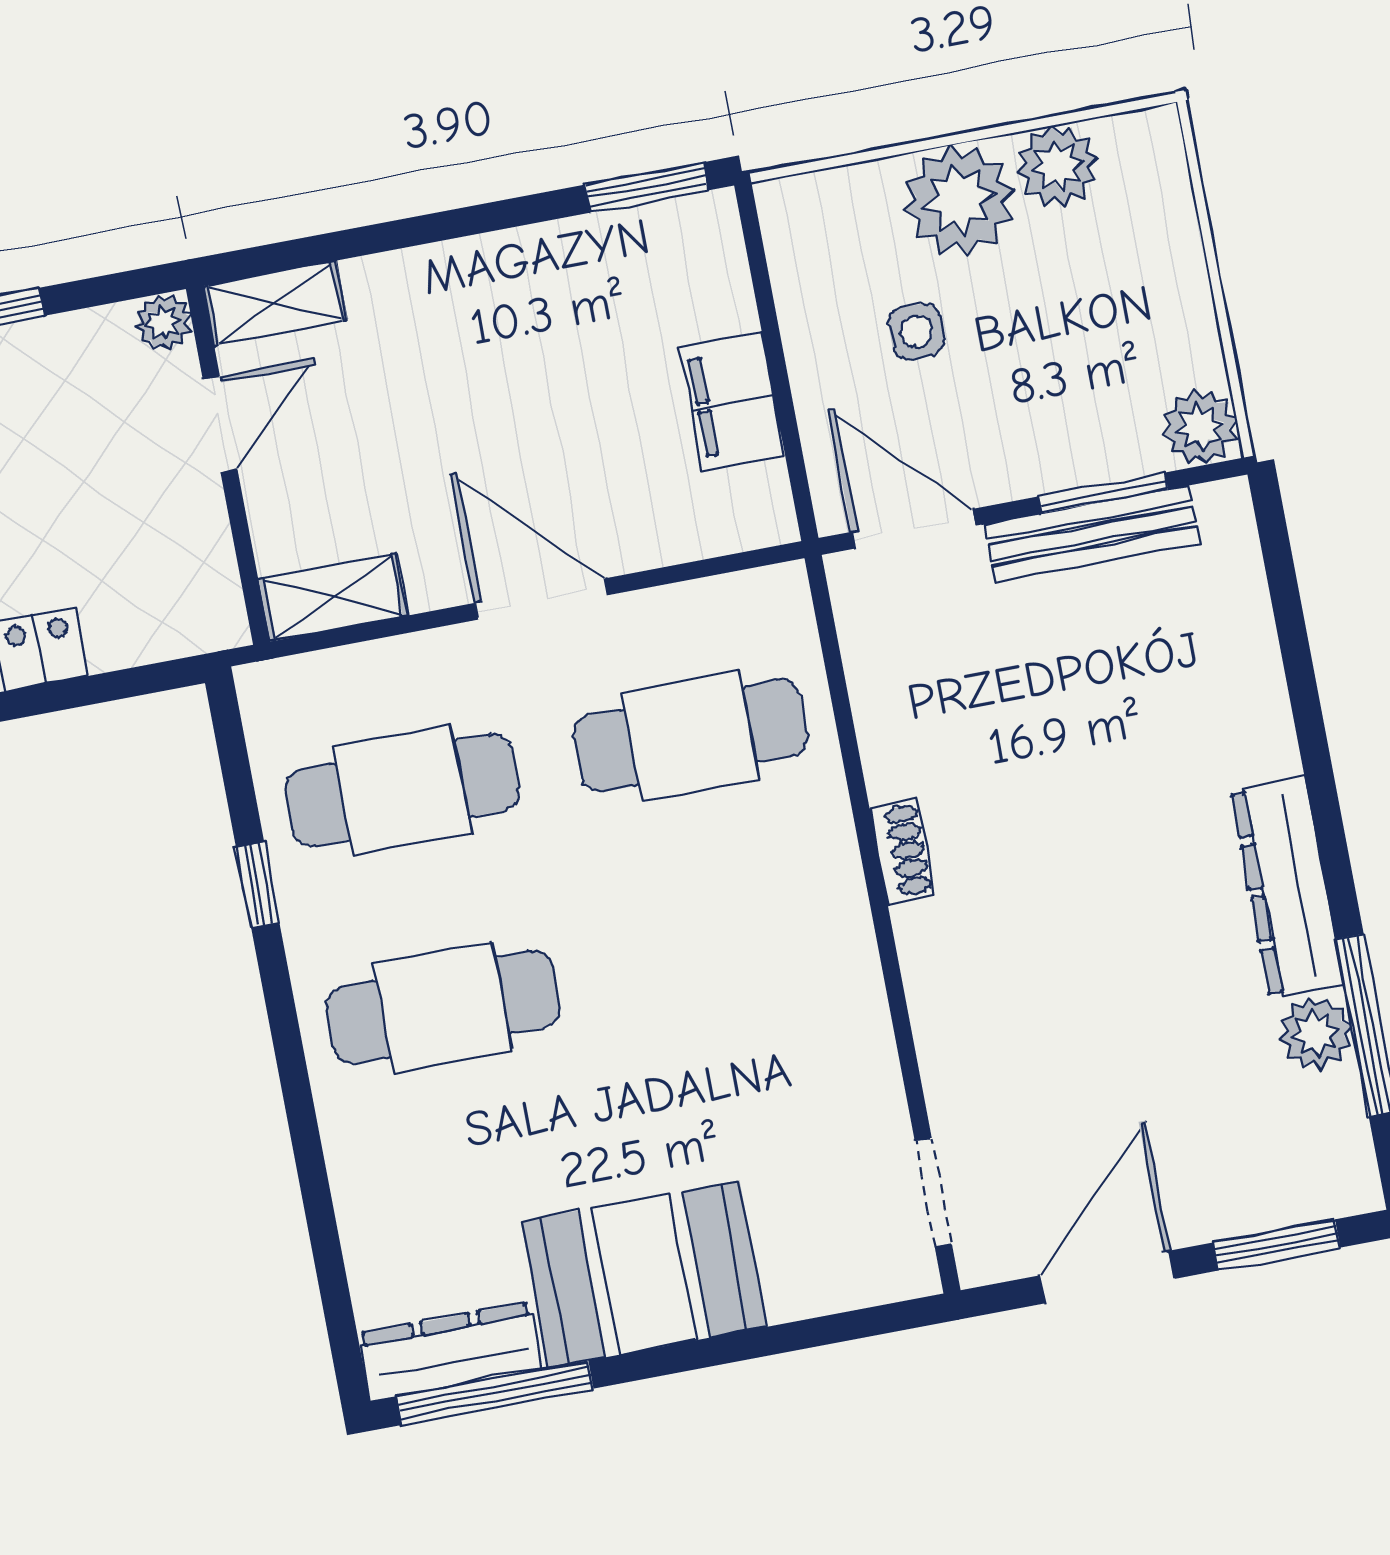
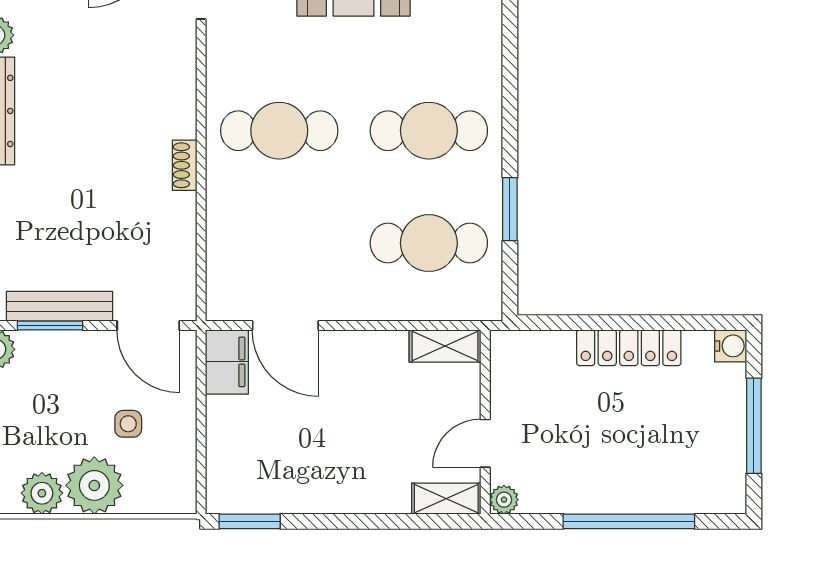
filing cabinet: (732, 402) -> (227, 362), moved
door: (541, 599) -> (285, 325), moved
cafe table: (691, 736) -> (279, 131), moved
window: (258, 885) -> (510, 209), width x1.50

